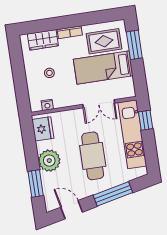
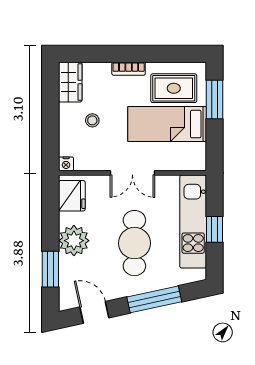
wardrobe: (43, 40) -> (70, 82), moved, turned -90
double door: (99, 104) -> (132, 173), moved
nightstand: (47, 105) -> (66, 164), moved
window: (146, 120) -> (214, 229), moved

